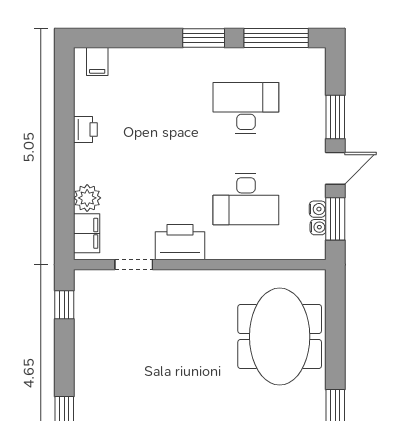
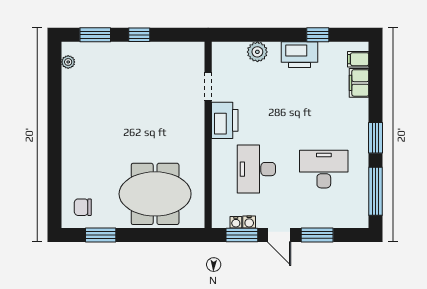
desk: (246, 108) -> (324, 169), turned -90
window: (64, 116) -> (318, 35), added
printer: (85, 129) -> (299, 55), width x1.87, depth x1.48
filing cabinet: (87, 233) -> (359, 83), moved, turned 90
window: (64, 305) -> (139, 35), moved

